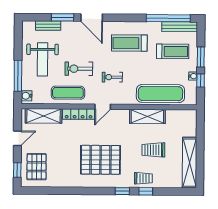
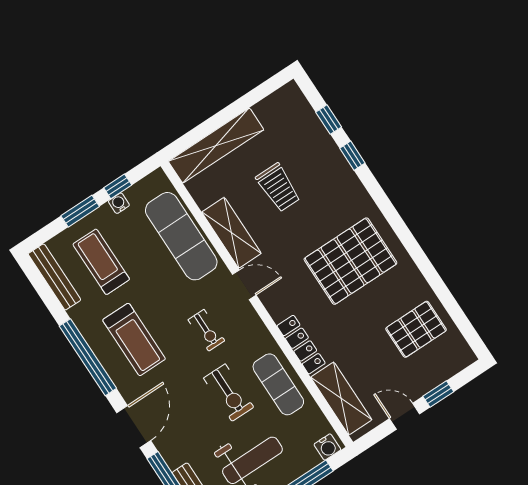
window: (168, 18) -> (88, 357), moved
door: (103, 107) -> (244, 285), moved
pallet: (100, 160) -> (350, 261), turned 90
shelving: (190, 163) -> (216, 145), moved
pallet: (37, 167) -> (416, 329), moved
window: (17, 170) -> (438, 394), moved
trolley: (143, 178) -> (334, 173), removed
window: (122, 191) -> (329, 120), moved

